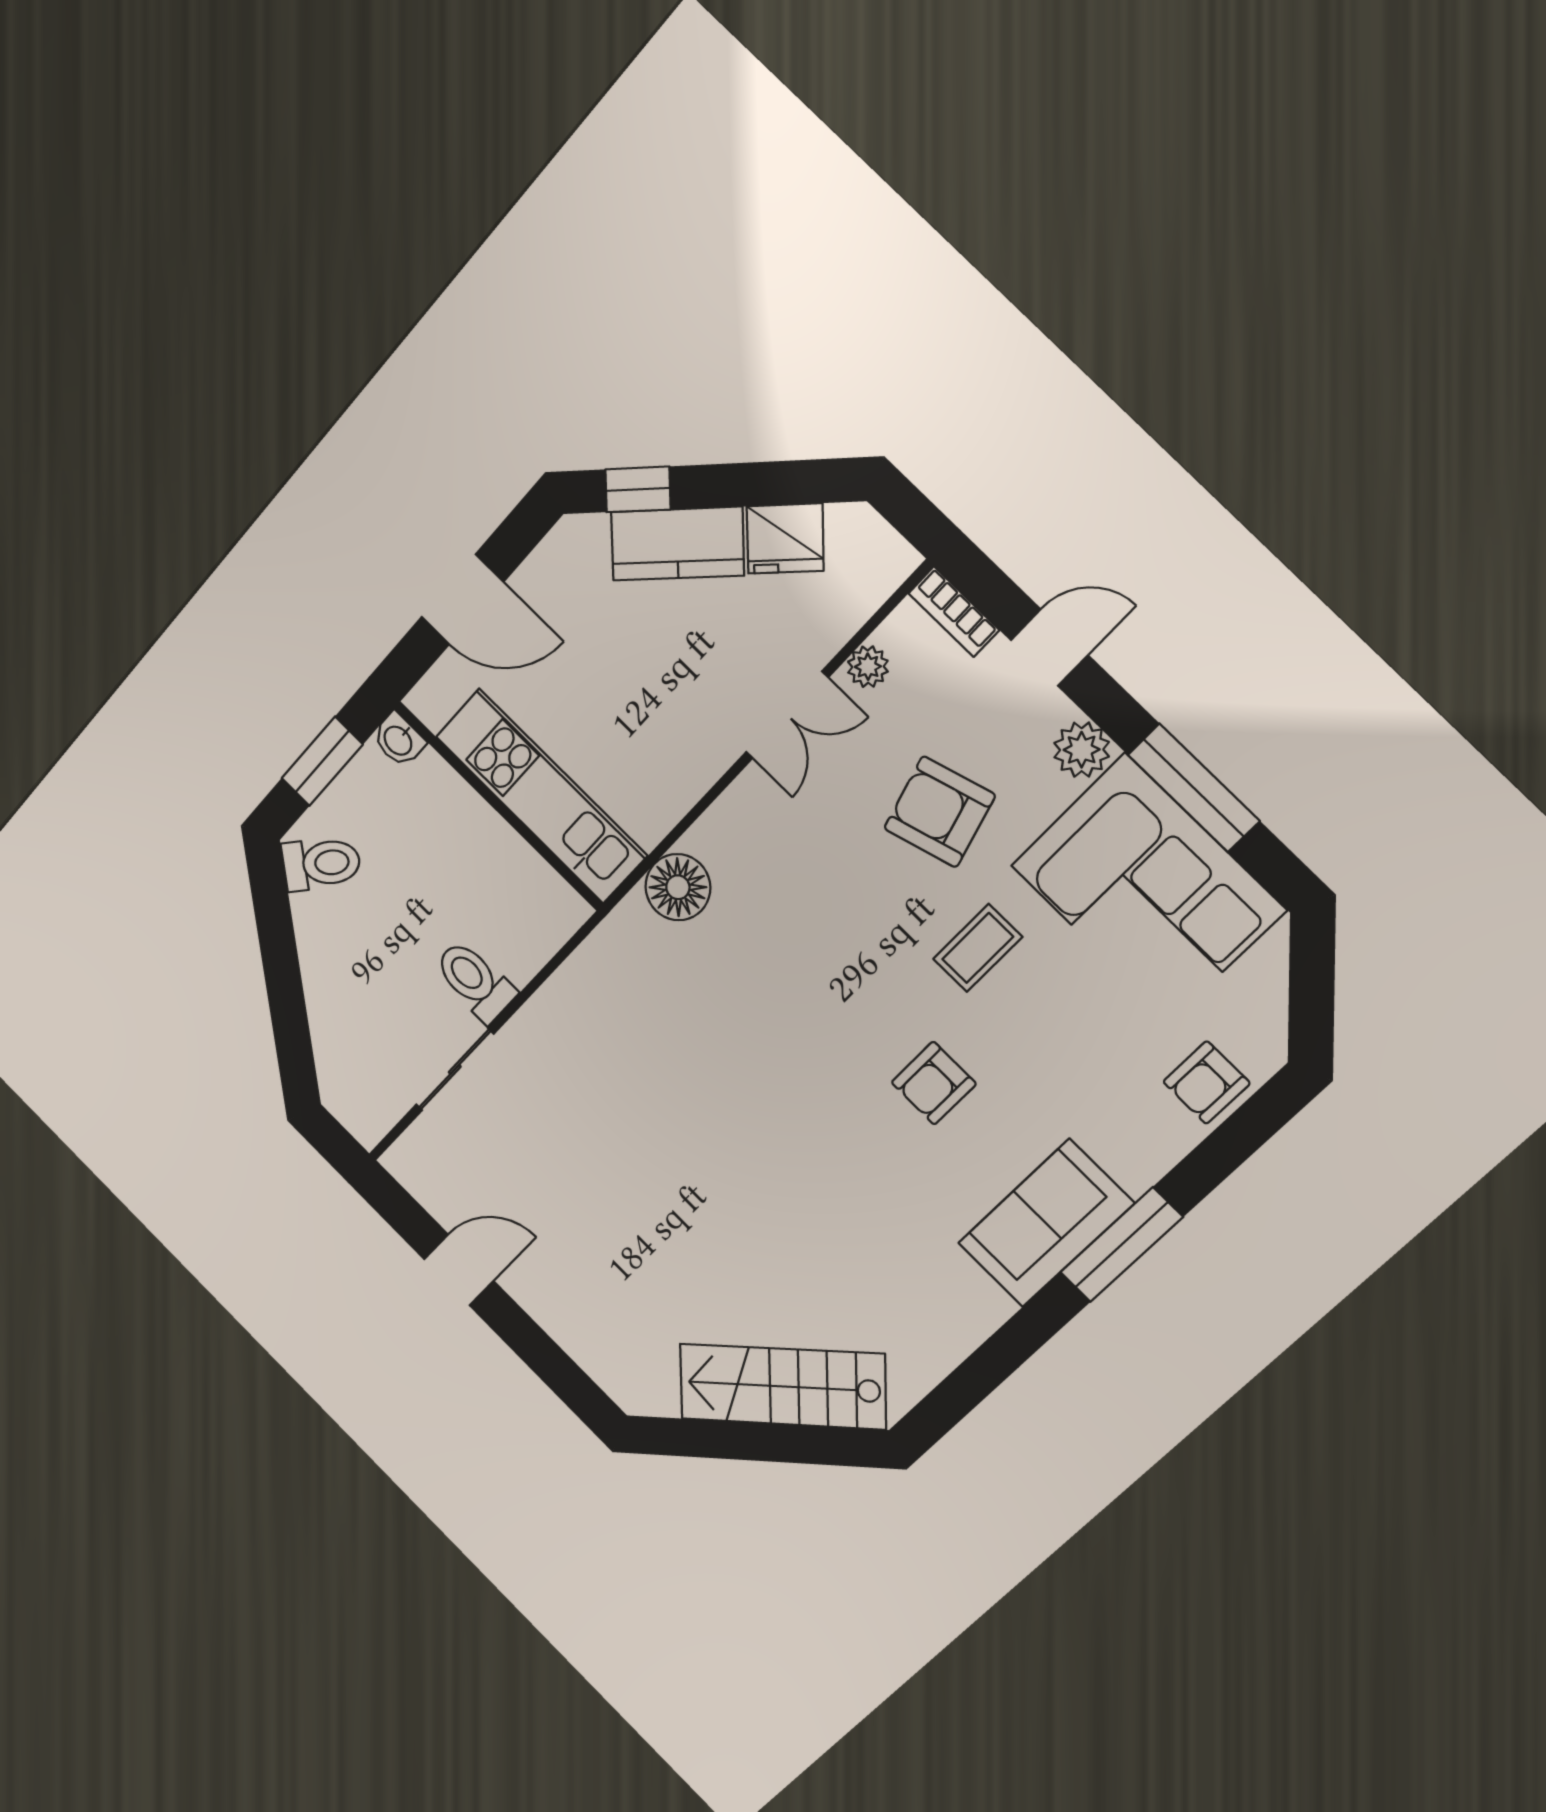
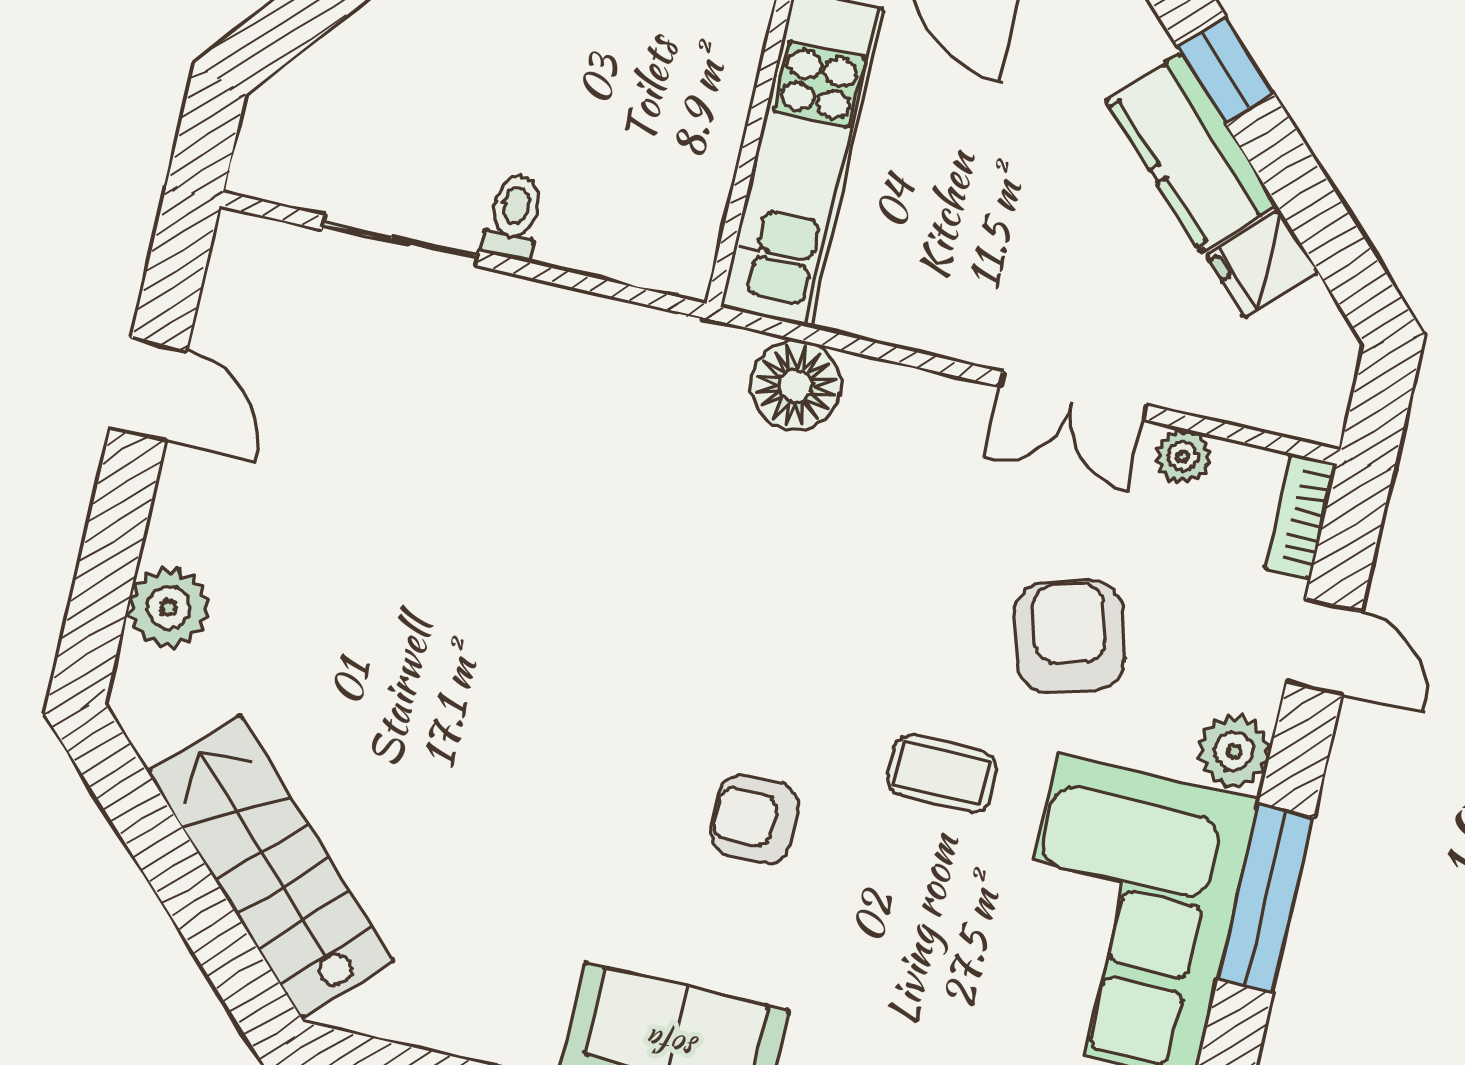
fridge: (785, 538) -> (1262, 264), width x0.72
toilet: (475, 981) -> (514, 217), width x0.73, depth x0.72
plant: (592, 1343) -> (169, 608), added

